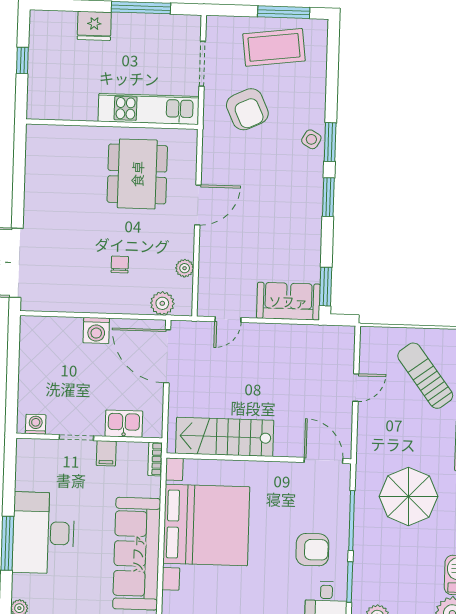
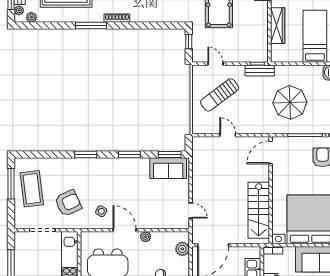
side table: (311, 139) -> (101, 211), moved
window: (328, 197) -> (129, 154), moved
plant: (185, 268) -> (146, 237), moved
sofa: (288, 301) -> (168, 168), moved, turned -90

